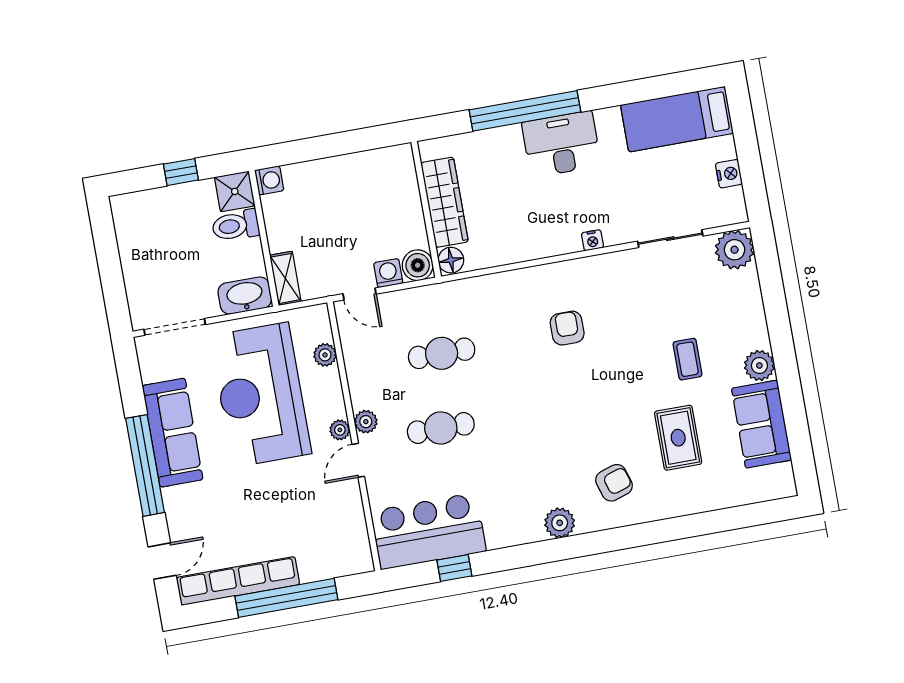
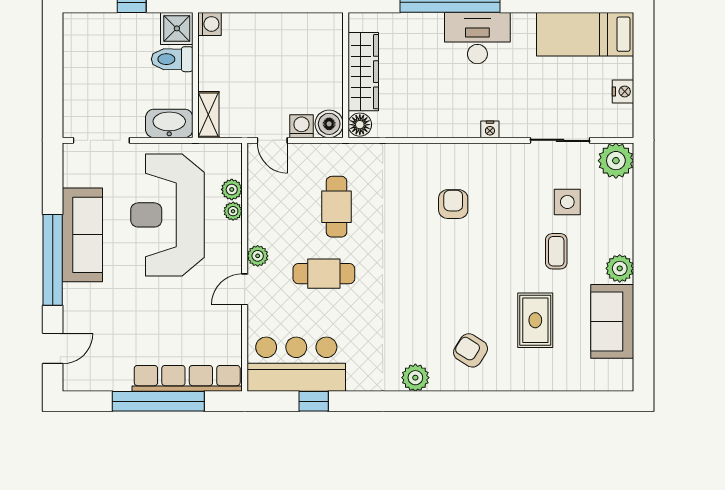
side table: (690, 304) -> (567, 202), added
cafe table: (442, 353) -> (337, 207), turned 90
plant: (340, 430) -> (233, 211), moved
armchair: (614, 483) -> (471, 350), turned -130
row of seats: (238, 581) -> (187, 378), moved

